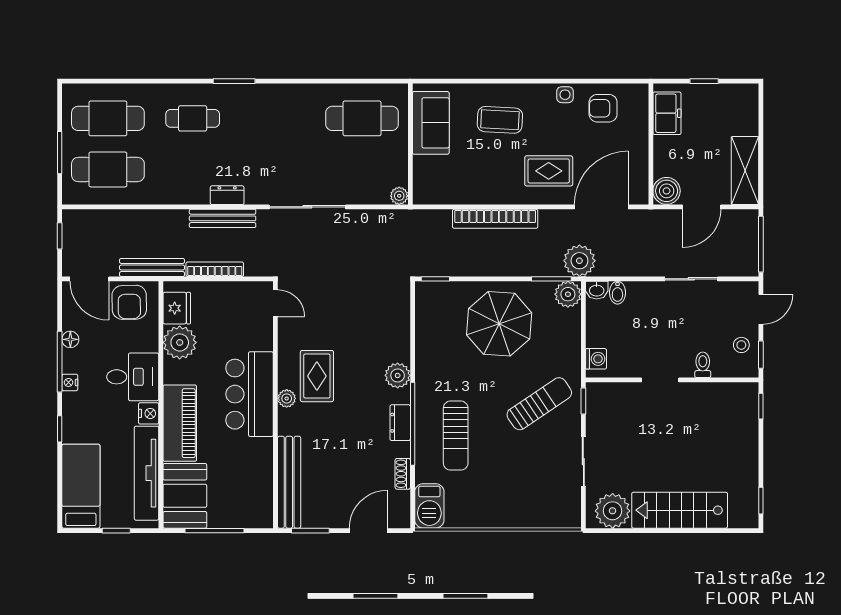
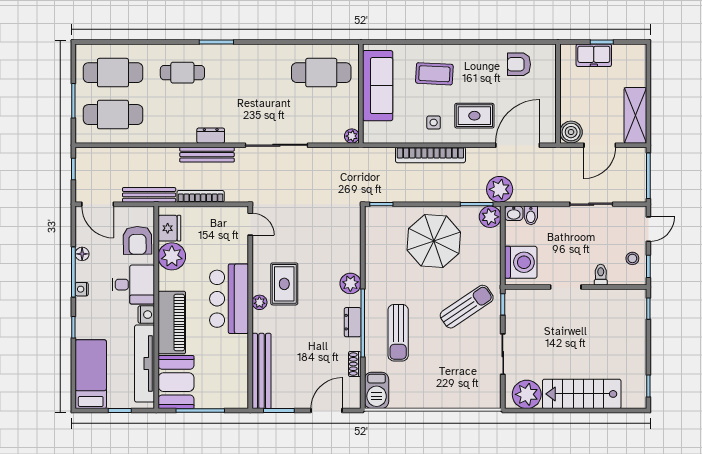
side table: (565, 95) -> (434, 123), moved
freezer: (667, 113) -> (594, 55), moved, turned 90
sofa: (431, 123) -> (378, 86), width x1.36
armchair: (129, 302) -> (137, 240), moved
washing machine: (596, 359) -> (521, 262), width x1.89, depth x1.89

